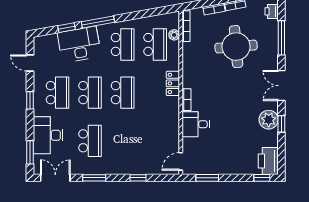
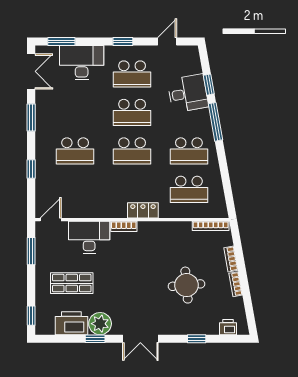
plant: (174, 35) -> (200, 212), removed
window: (281, 38) -> (197, 339), width x0.46
desk: (79, 44) -> (188, 93), width x0.73
round table: (236, 47) -> (186, 285), width x0.73, depth x0.73
double door: (281, 86) -> (140, 339), swing flipped
desk: (196, 124) -> (89, 237), width x1.37
school desk: (90, 141) -> (75, 151), moved
shop shelf: (234, 144) -> (72, 283), added
door: (181, 161) -> (51, 220), hinge flipped
printer: (268, 161) -> (71, 323), moved

